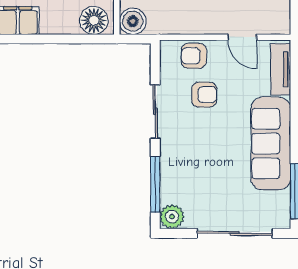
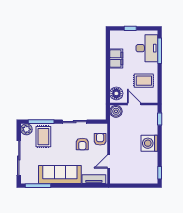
rug: (188, 180) -> (43, 137), added

